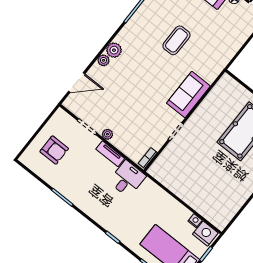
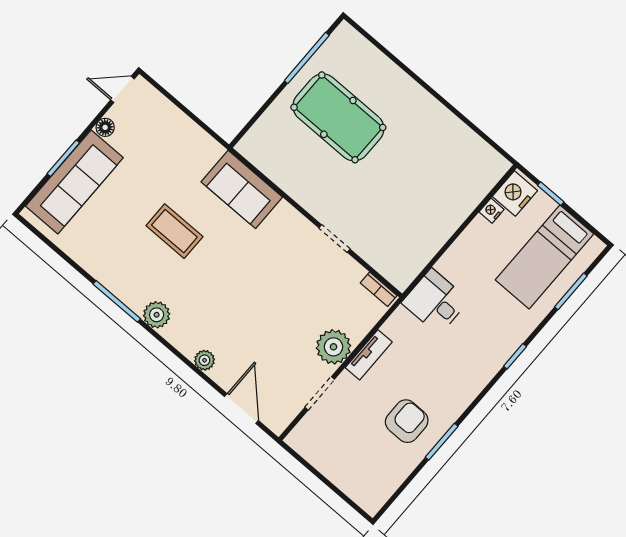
plant: (114, 50) -> (157, 315), moved
sofa: (188, 95) -> (242, 189), moved
plant: (107, 134) -> (333, 347), width x1.88, depth x1.88
armchair: (54, 150) -> (407, 421), moved
desk: (127, 179) -> (435, 302), moved

